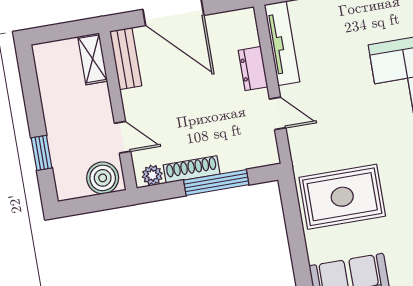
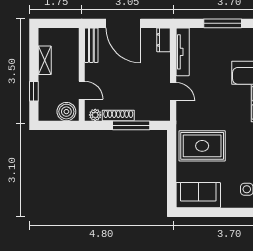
shelving: (93, 59) -> (45, 60), moved
dresser: (253, 69) -> (163, 40), moved

